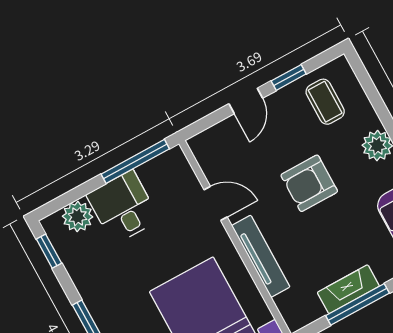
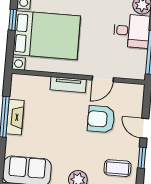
armchair: (309, 183) -> (101, 119), moved, turned -90
tv unit: (261, 256) -> (68, 85), width x0.71

